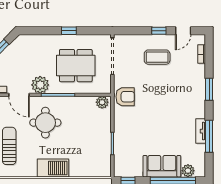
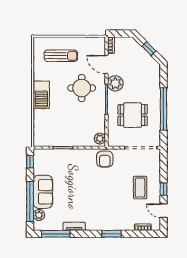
window: (69, 31) -> (163, 109), width x3.17
dining table: (76, 66) -> (133, 115), width x0.73
door: (19, 95) -> (106, 64), hinge flipped
window: (209, 136) -> (56, 234), moved

